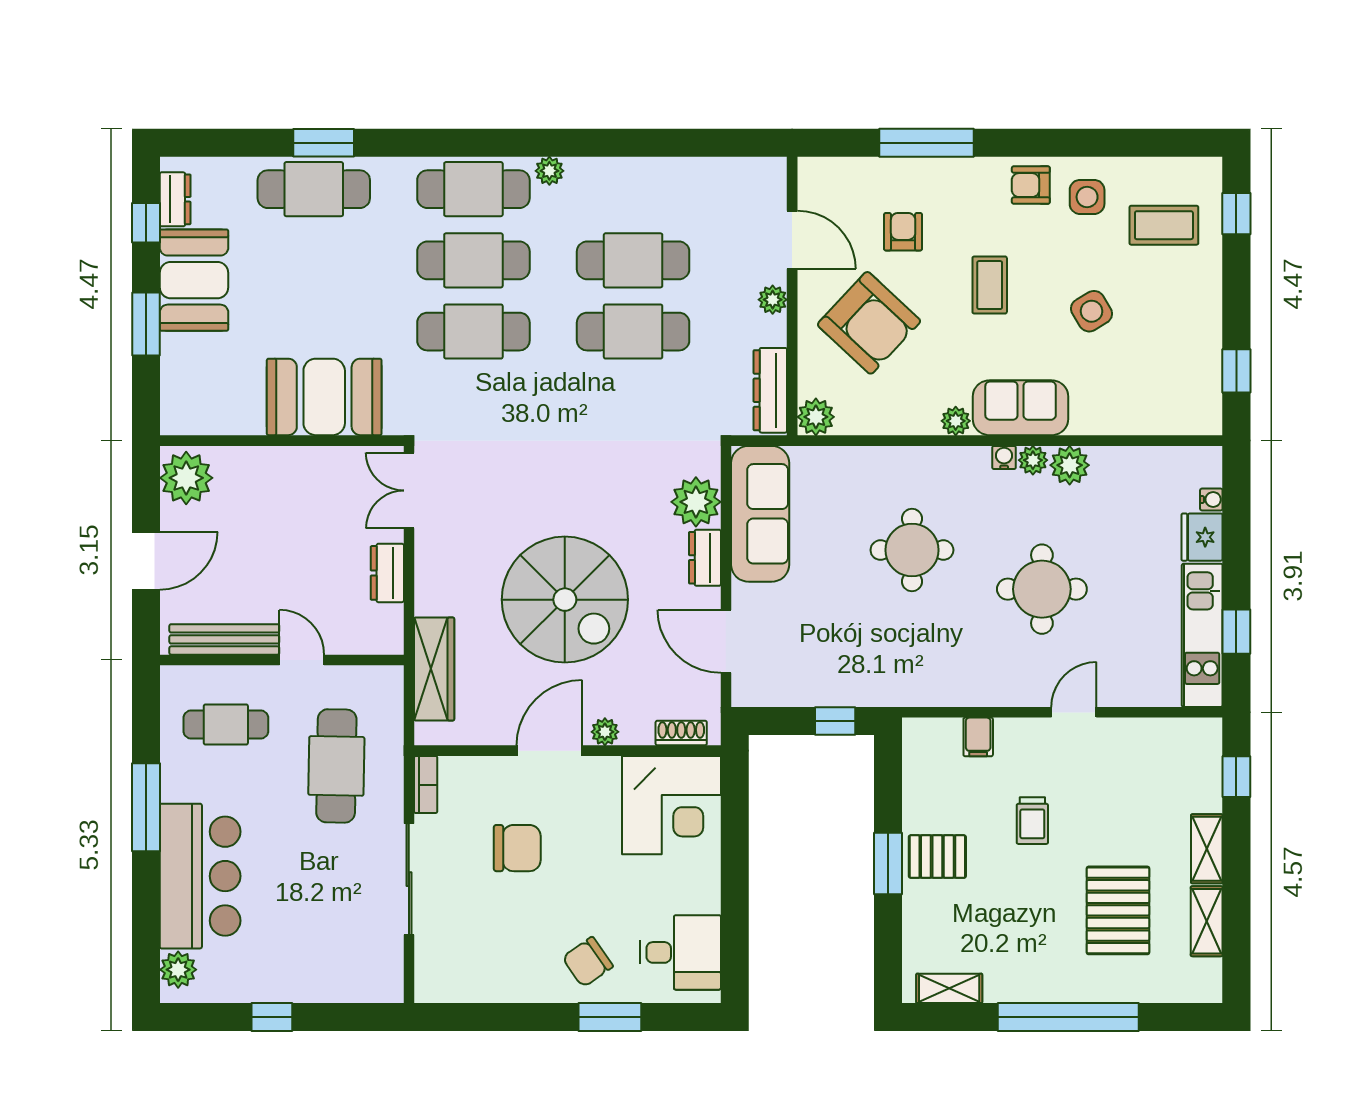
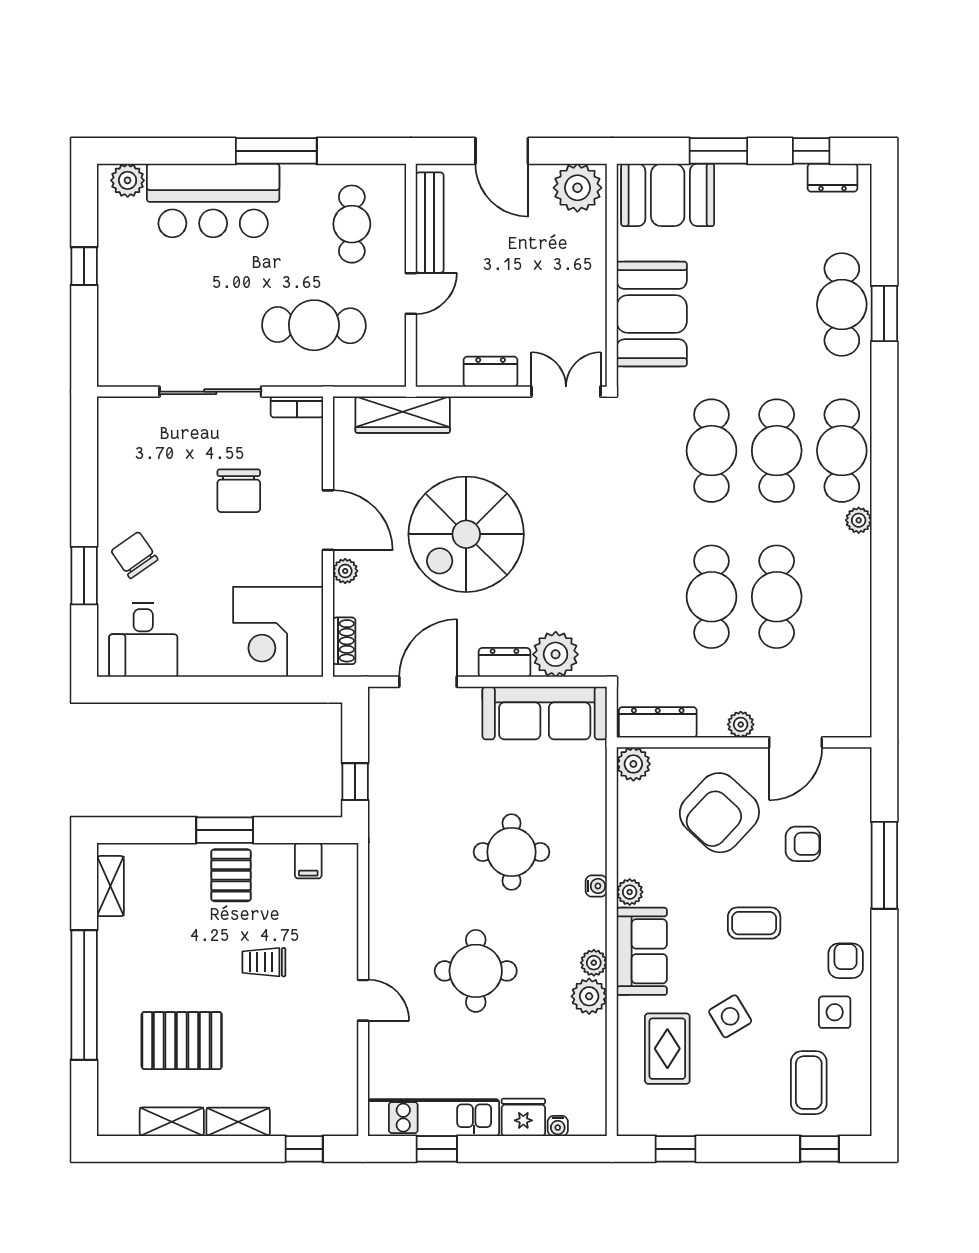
booth: (194, 280) -> (668, 195), moved
rug: (1127, 380) -> (667, 1049), added
water cooler: (1004, 457) -> (596, 886), moved
filing cabinet: (978, 737) -> (308, 861), moved, turned -90

